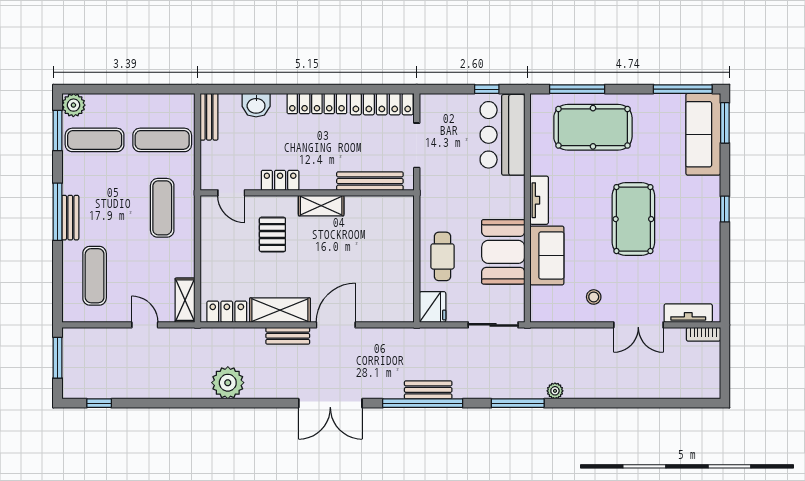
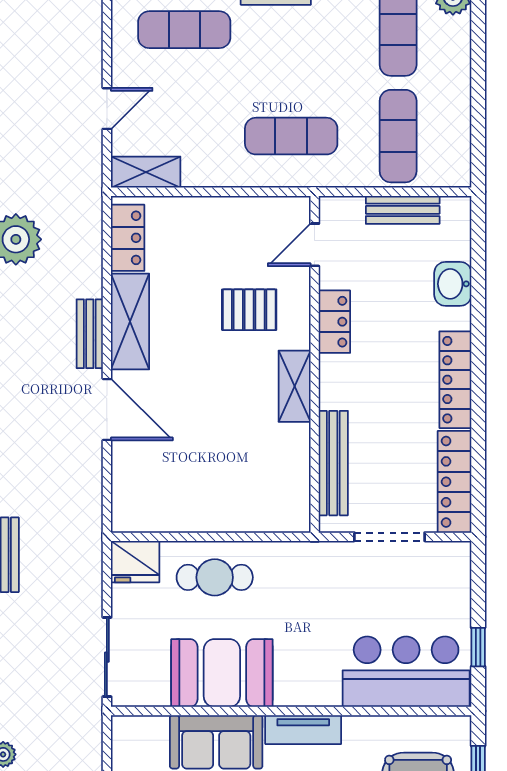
bench: (209, 117) -> (403, 210), moved

